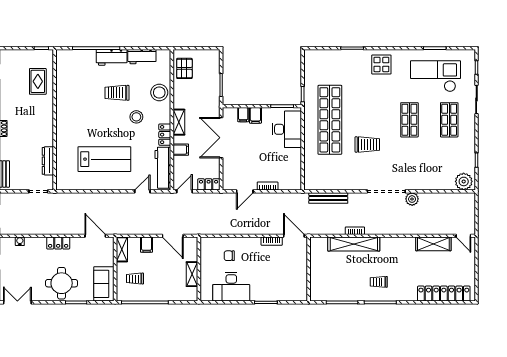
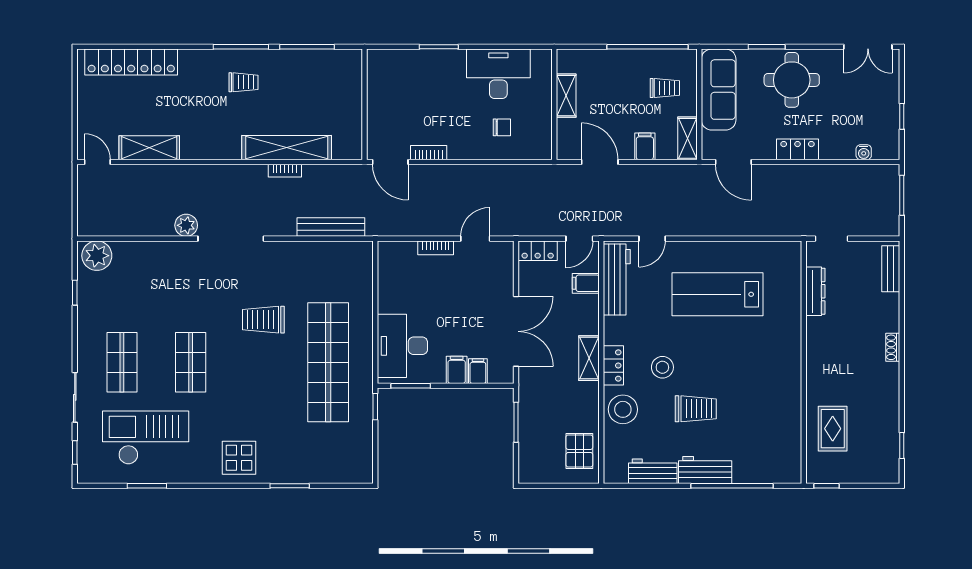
checkout: (436, 76) -> (146, 438), turned 180
locker: (165, 135) -> (613, 365), moved
filing cabinet: (181, 150) -> (586, 283), moved
sofa: (104, 284) -> (719, 90), width x1.36

